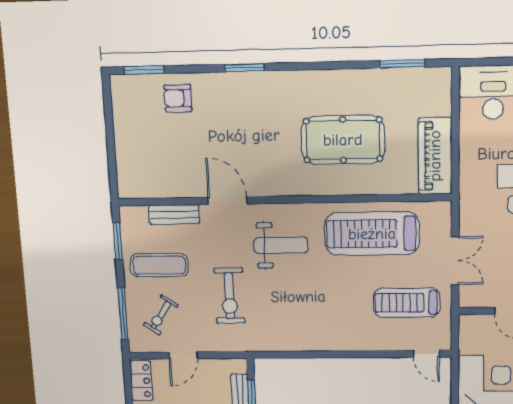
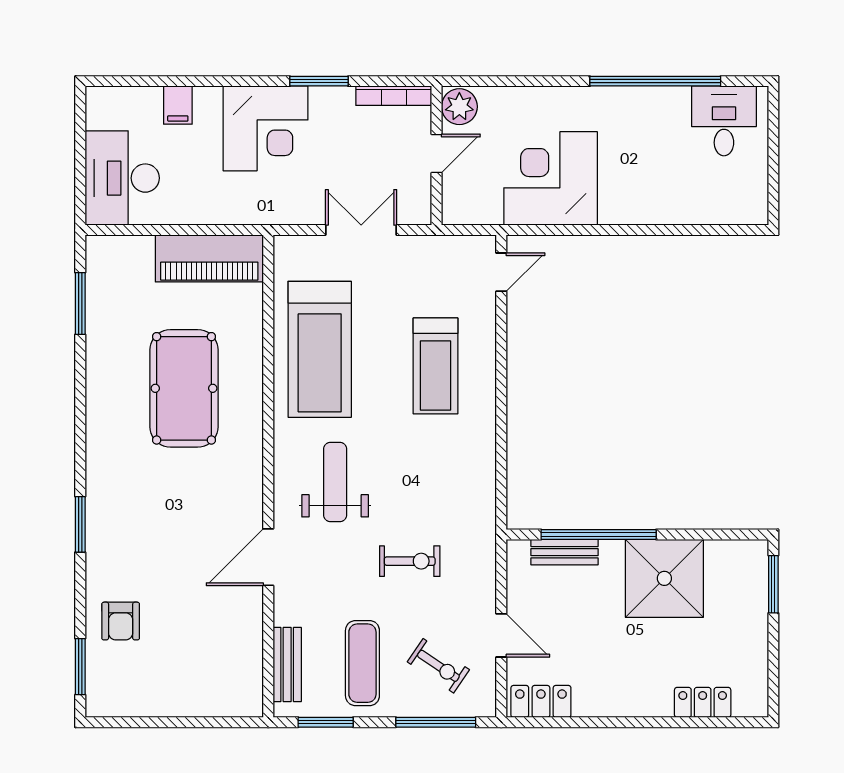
bench: (174, 214) -> (287, 665), moved
exercise bike: (229, 296) -> (410, 561), width x0.73, depth x0.72
treadmill: (407, 303) -> (436, 366), moved

